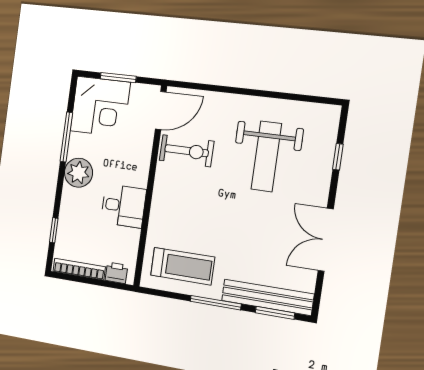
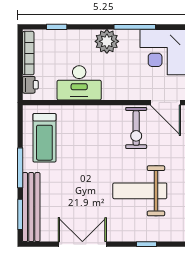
desk: (123, 206) -> (79, 83), width x1.37

